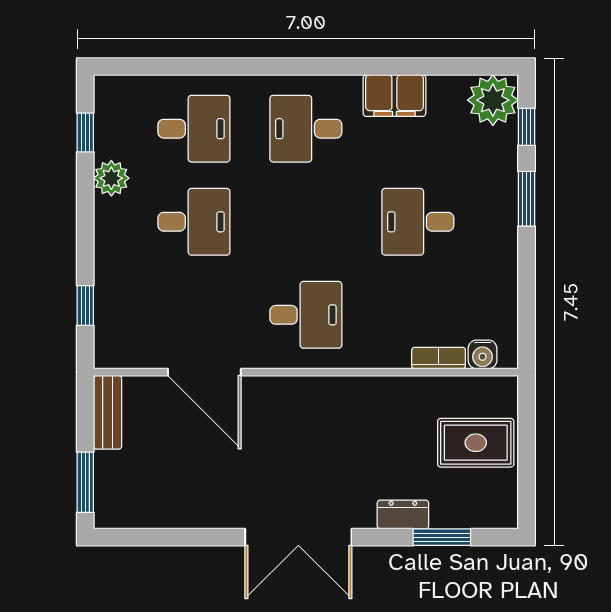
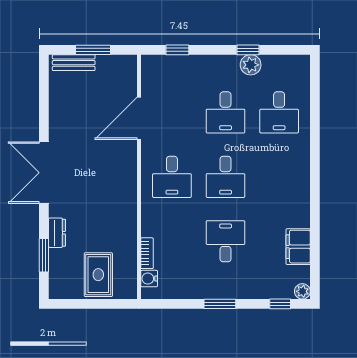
filing cabinet: (394, 96) -> (298, 247), moved
plant: (493, 100) -> (302, 291), width x0.53, depth x0.53
desk: (306, 129) -> (226, 177), moved, turned 180
window: (85, 133) -> (248, 50), moved
window: (526, 199) -> (220, 304), moved
bench: (108, 412) -> (74, 63), moved
window: (85, 482) -> (93, 50), moved

